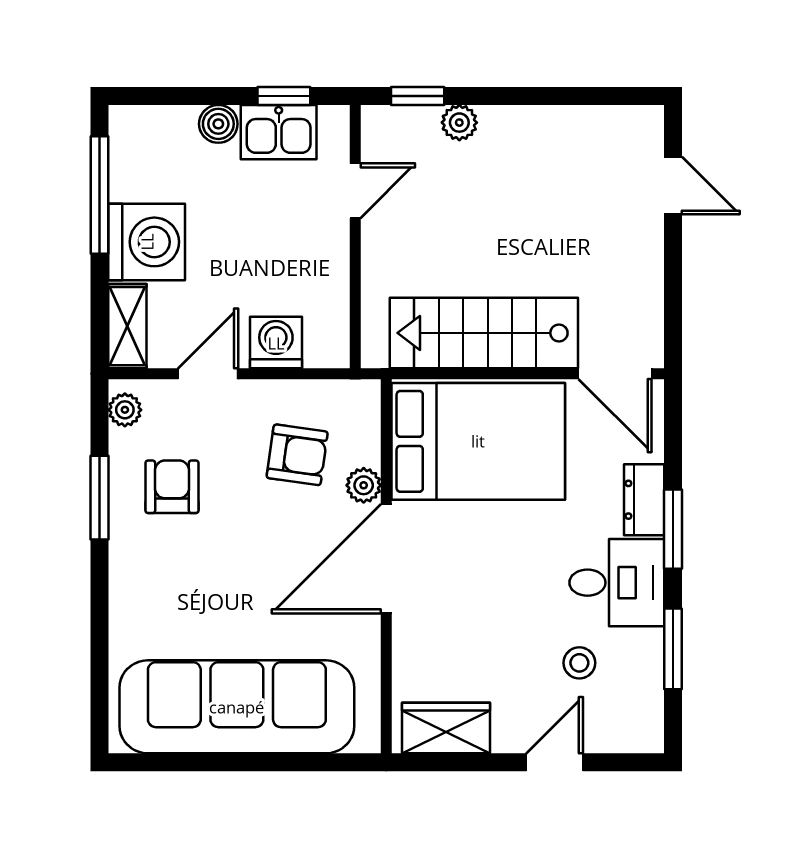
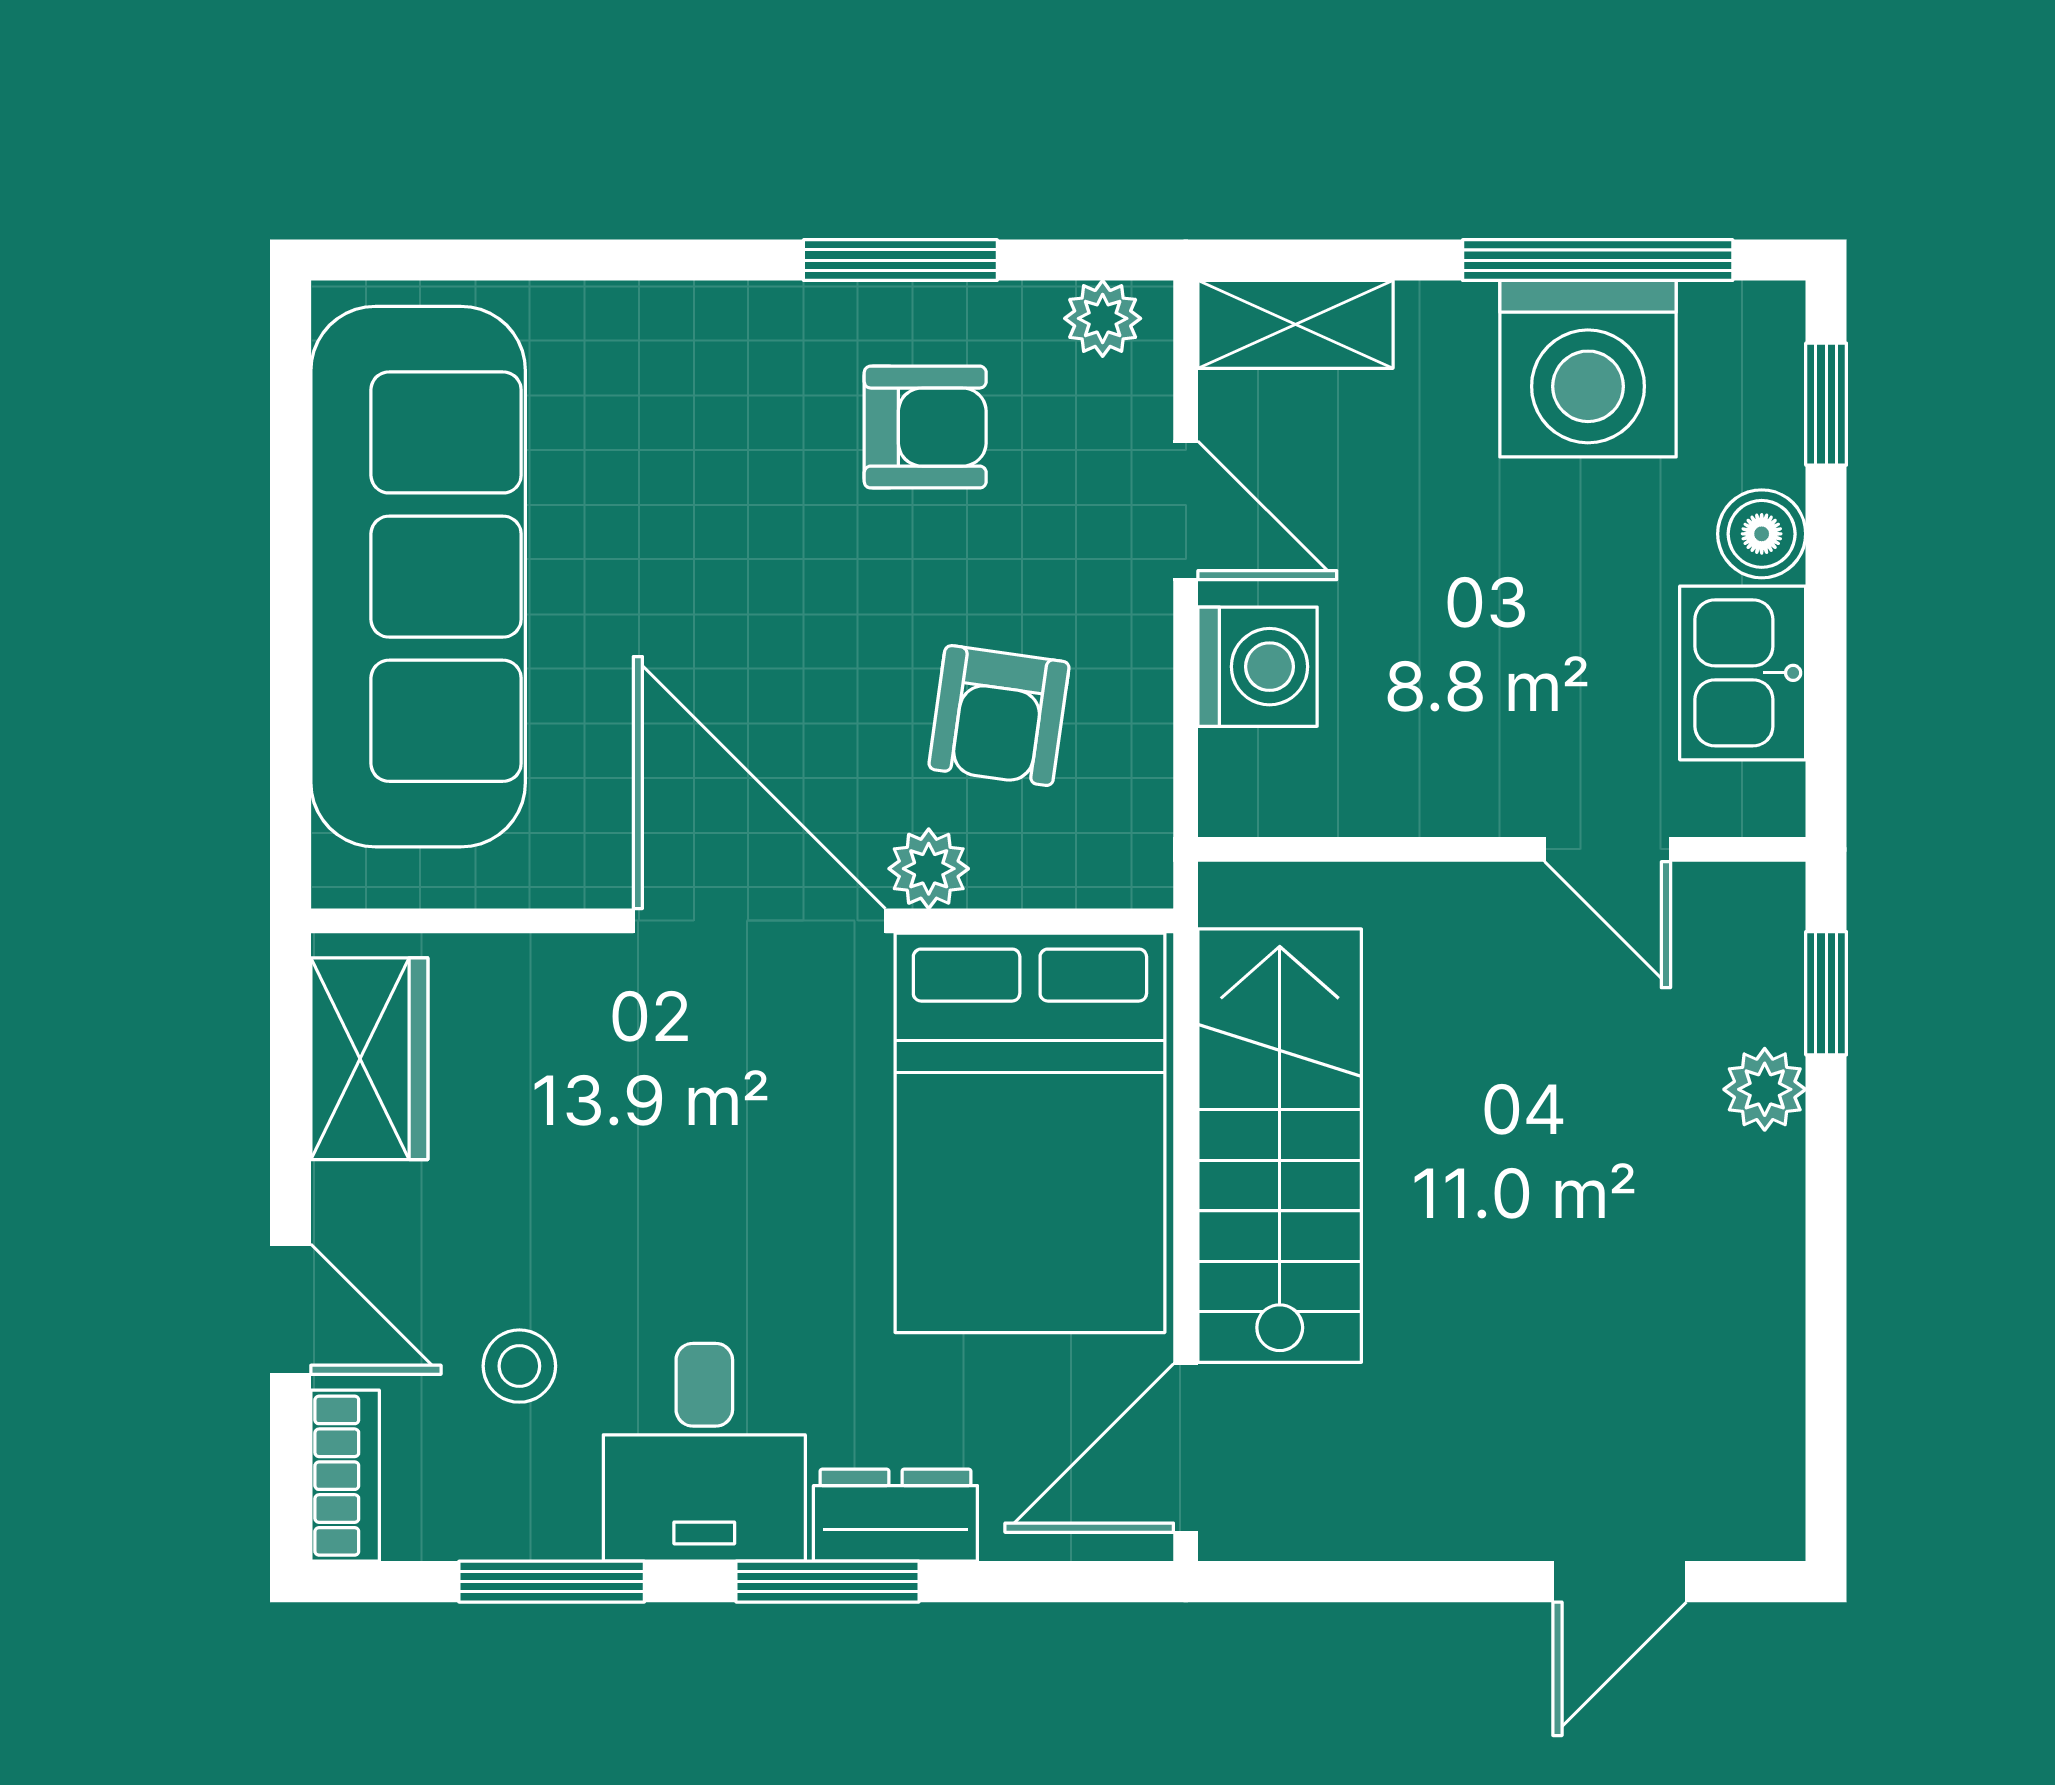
window: (284, 96) -> (1826, 404), moved
washing machine: (147, 242) -> (1588, 369), moved
bookcase: (627, 739) -> (345, 1476), added

